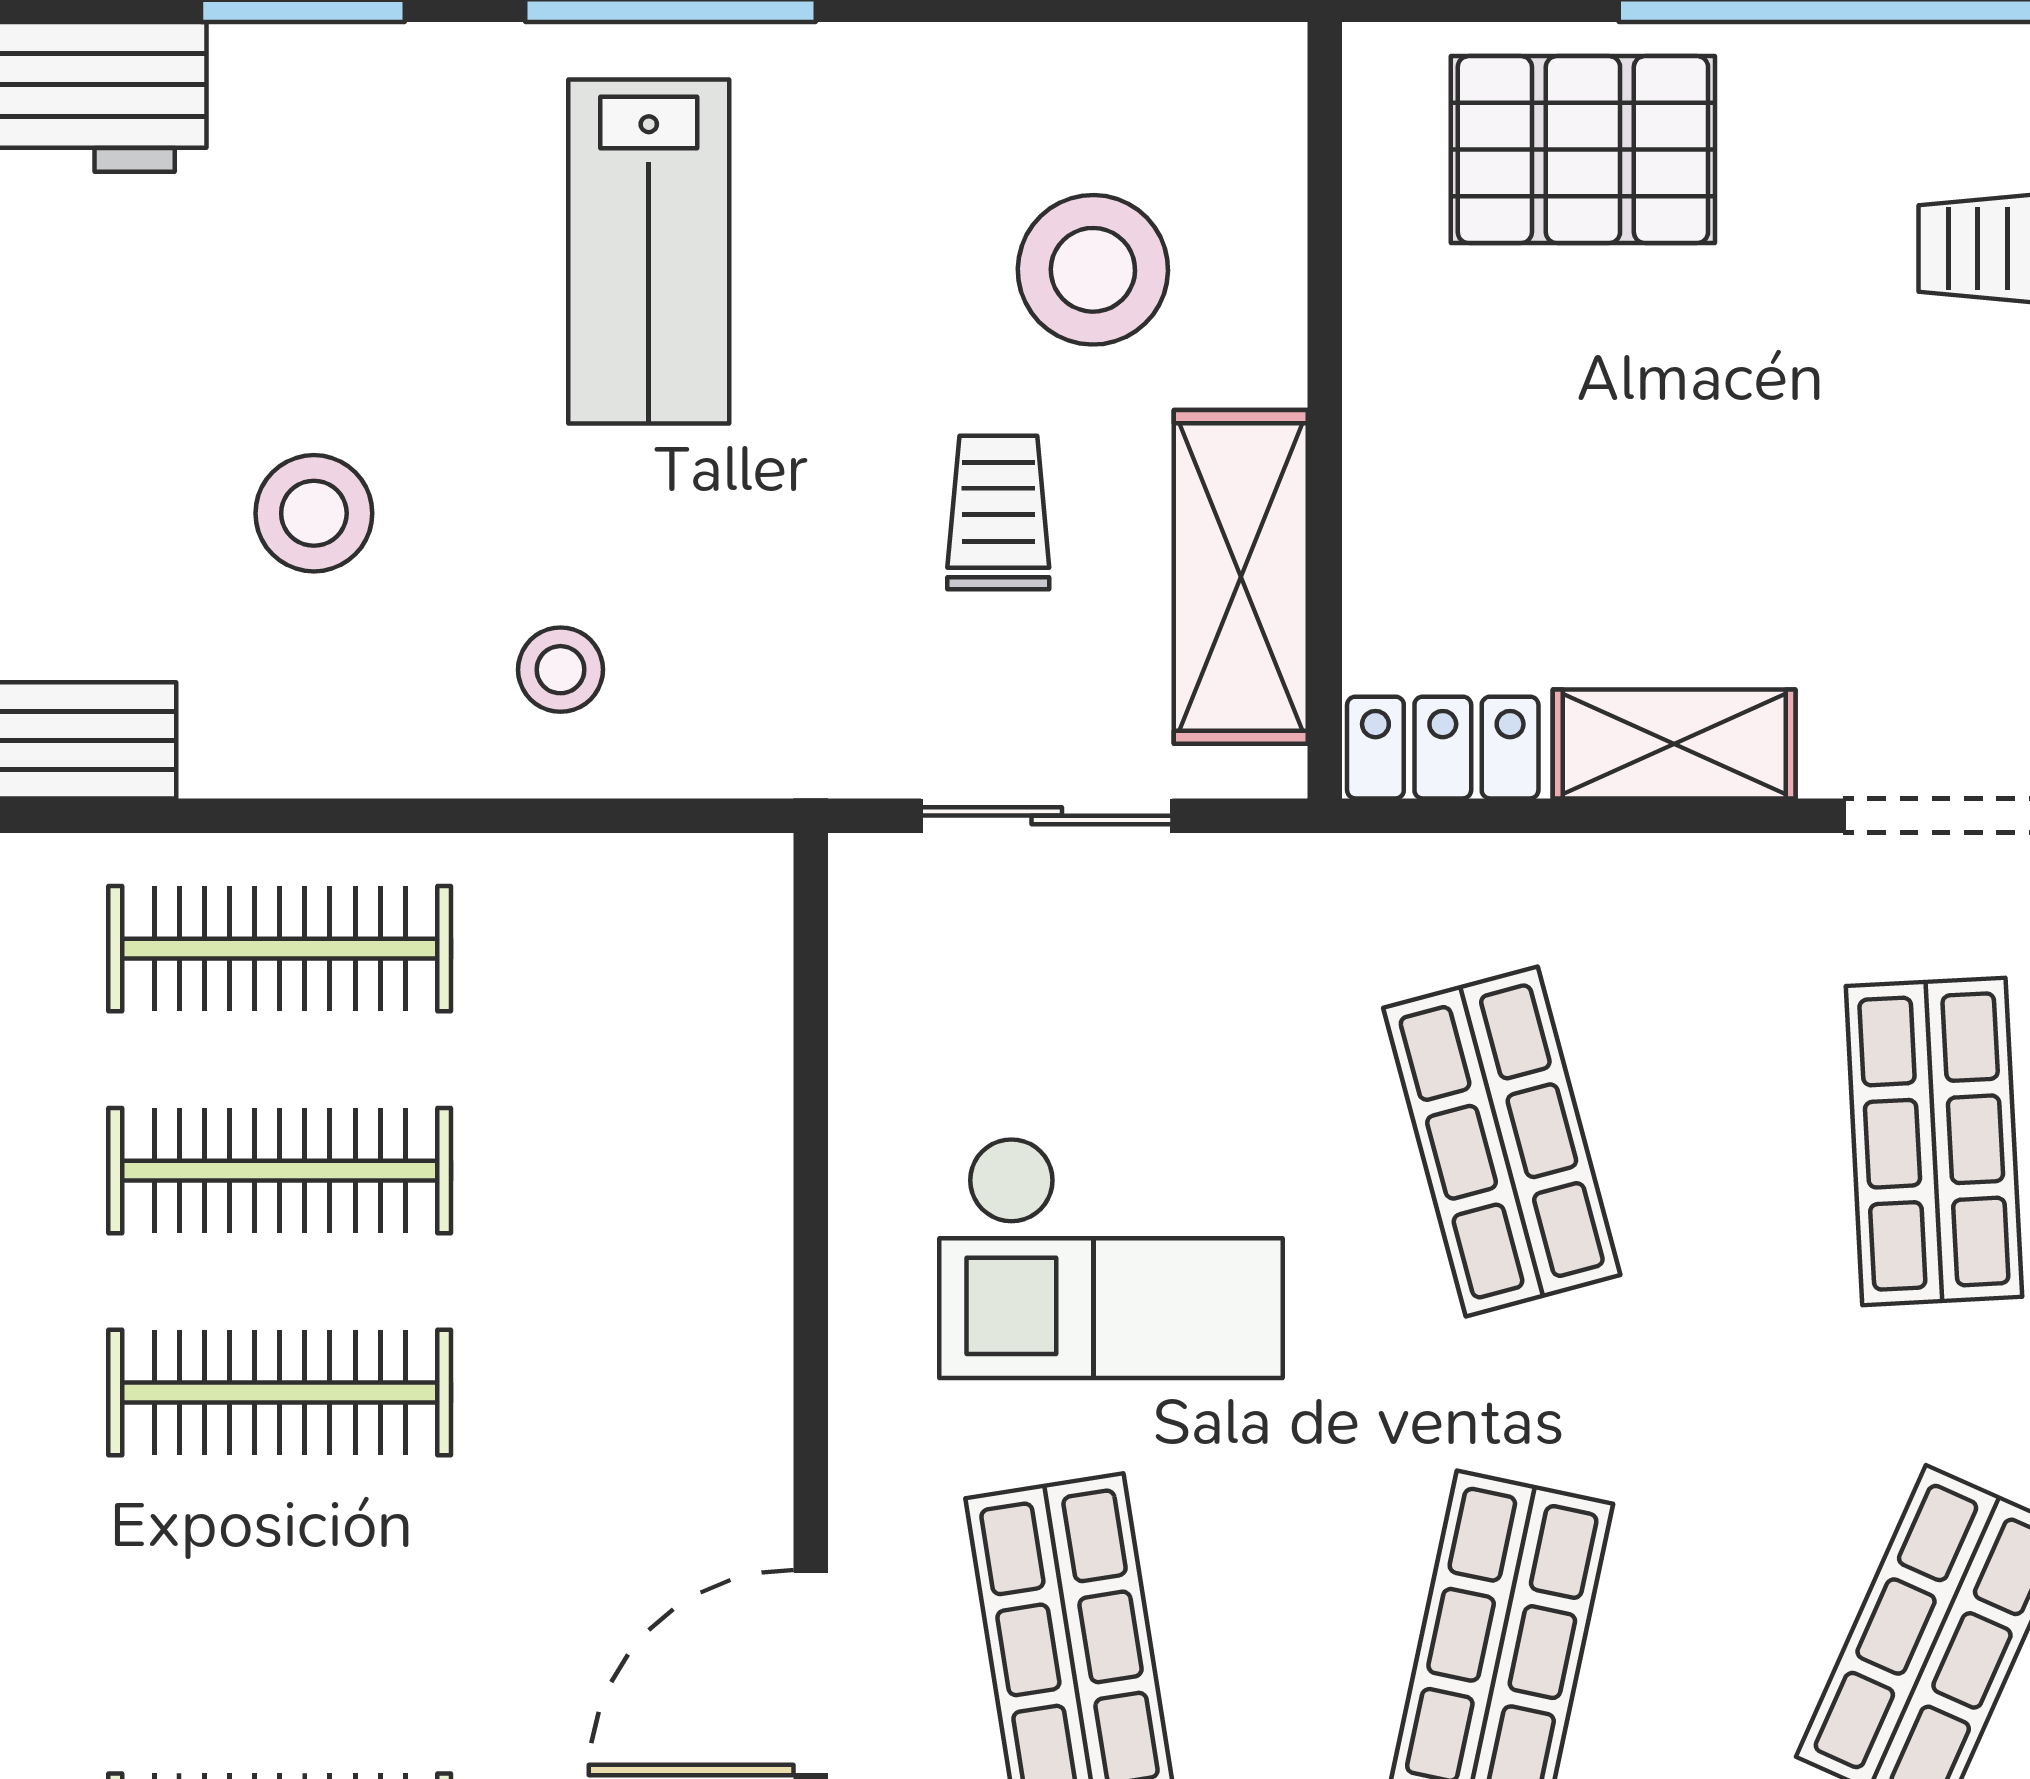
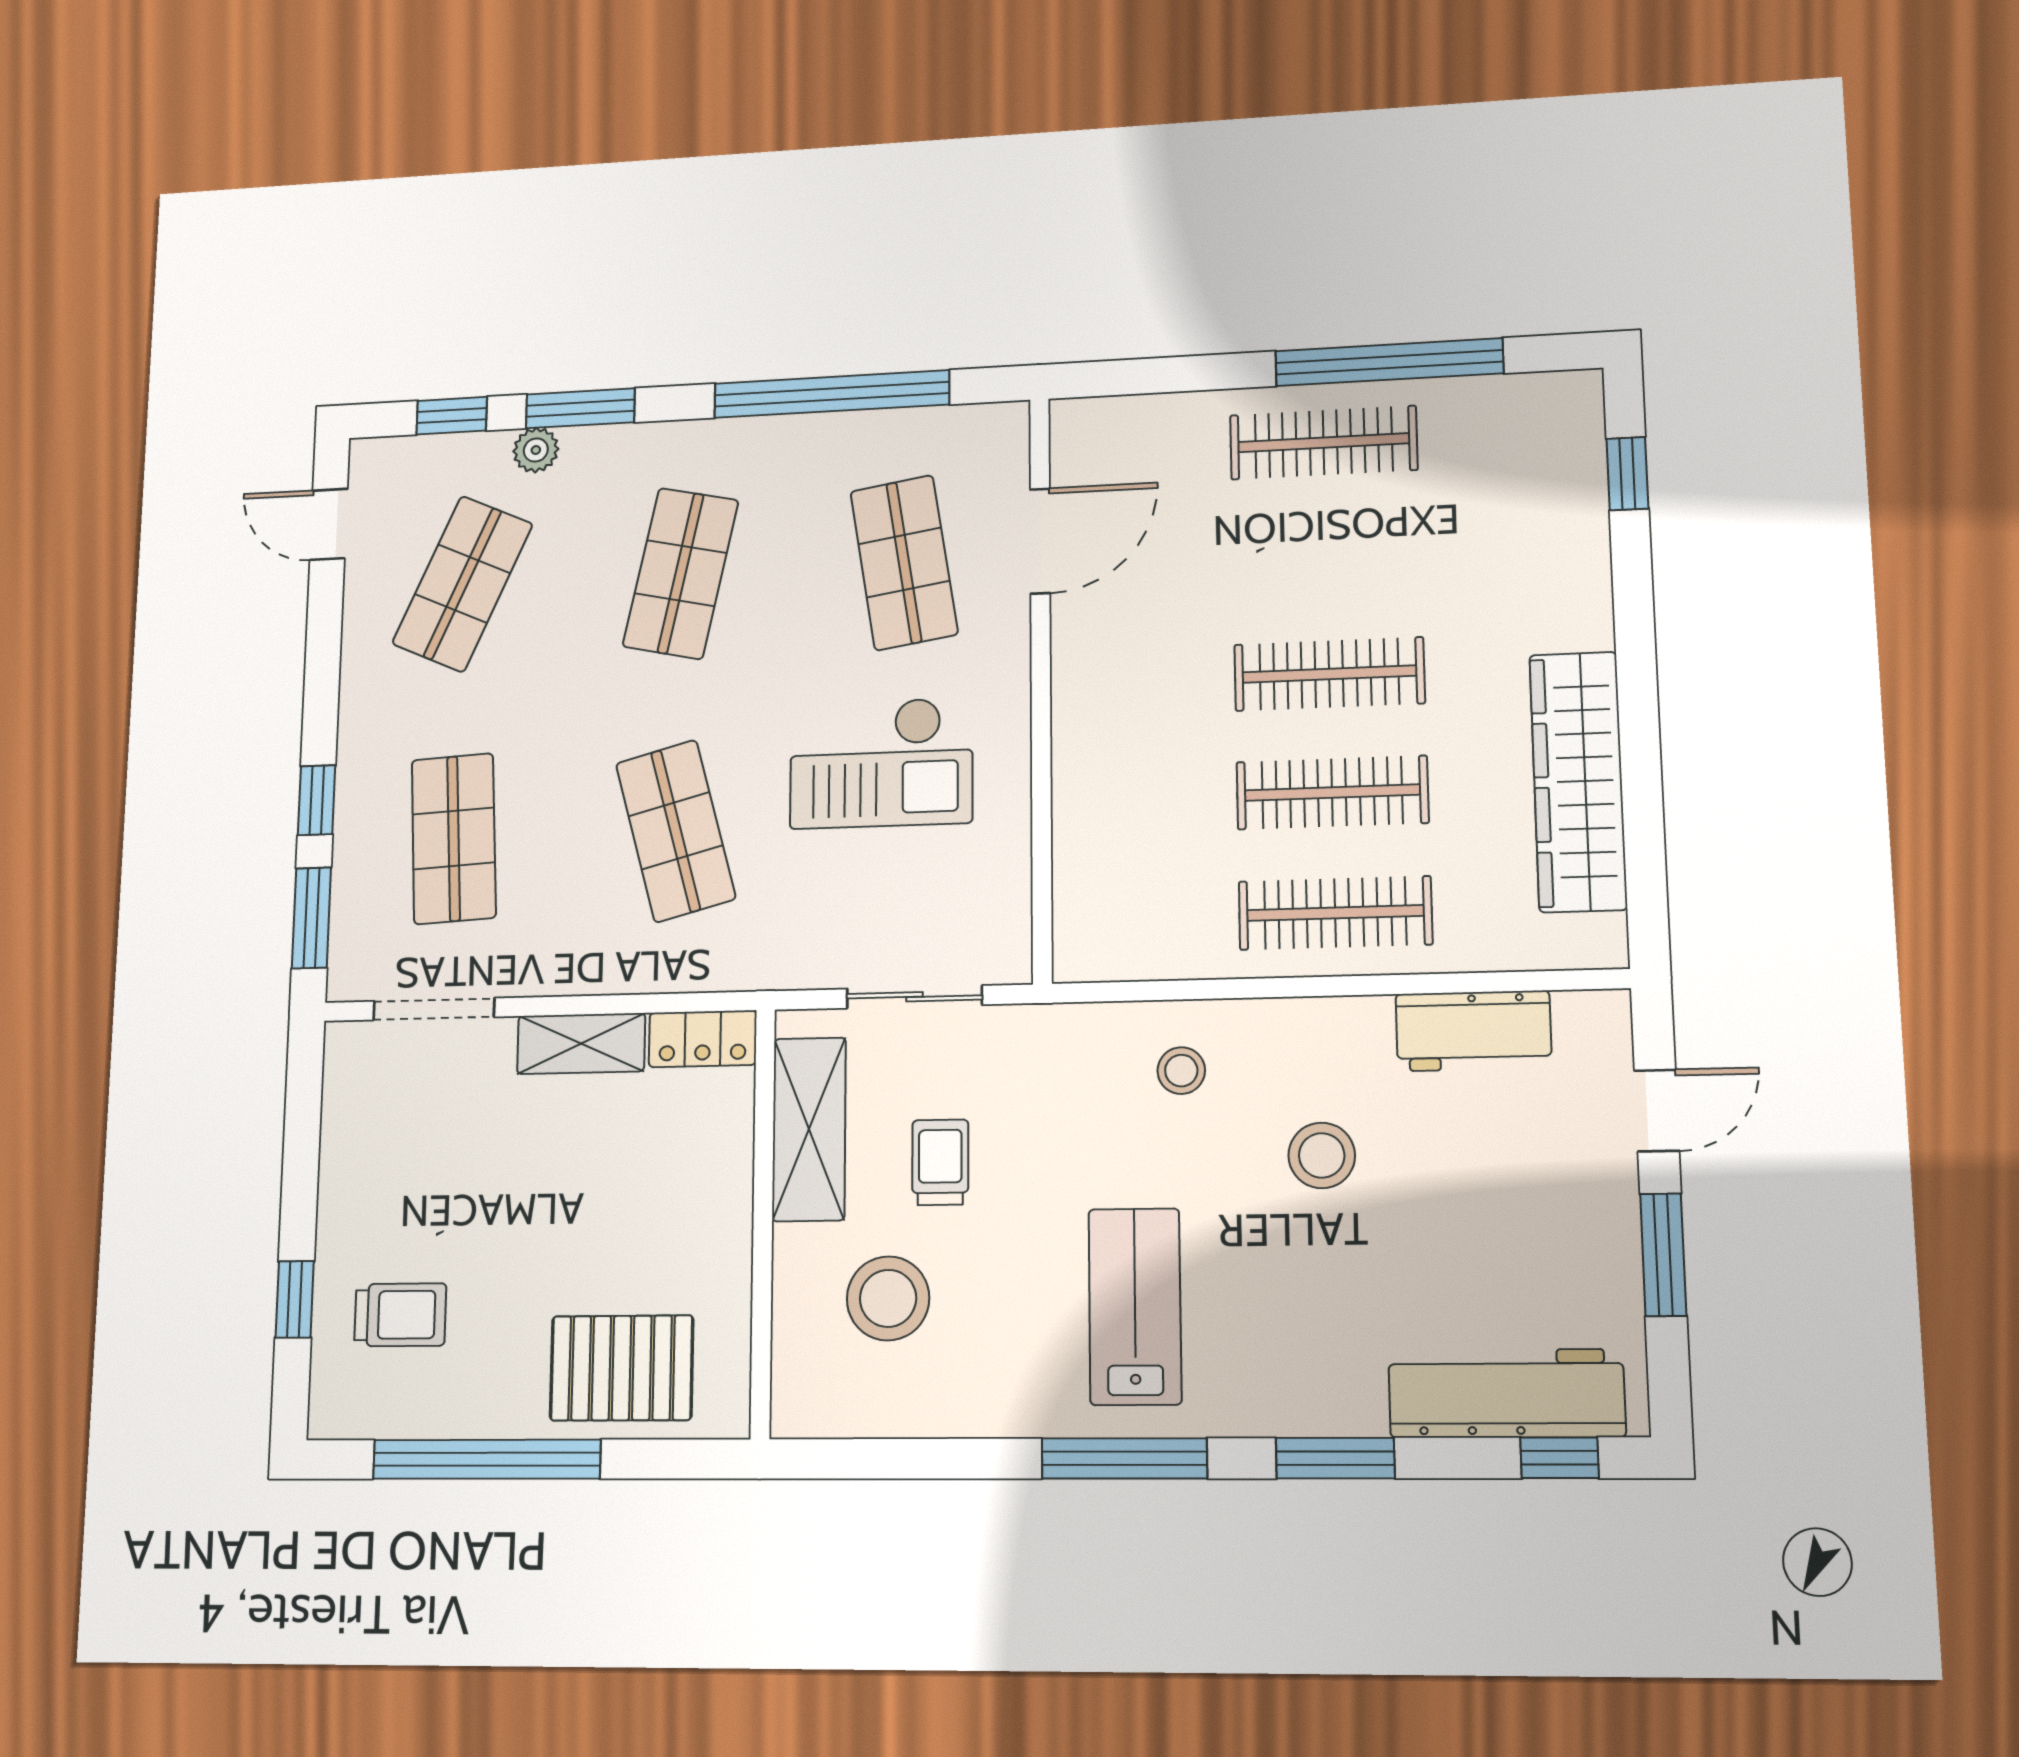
trolley: (998, 513) -> (940, 1162), turned 180
checkout: (1111, 1258) -> (881, 763), turned 180

